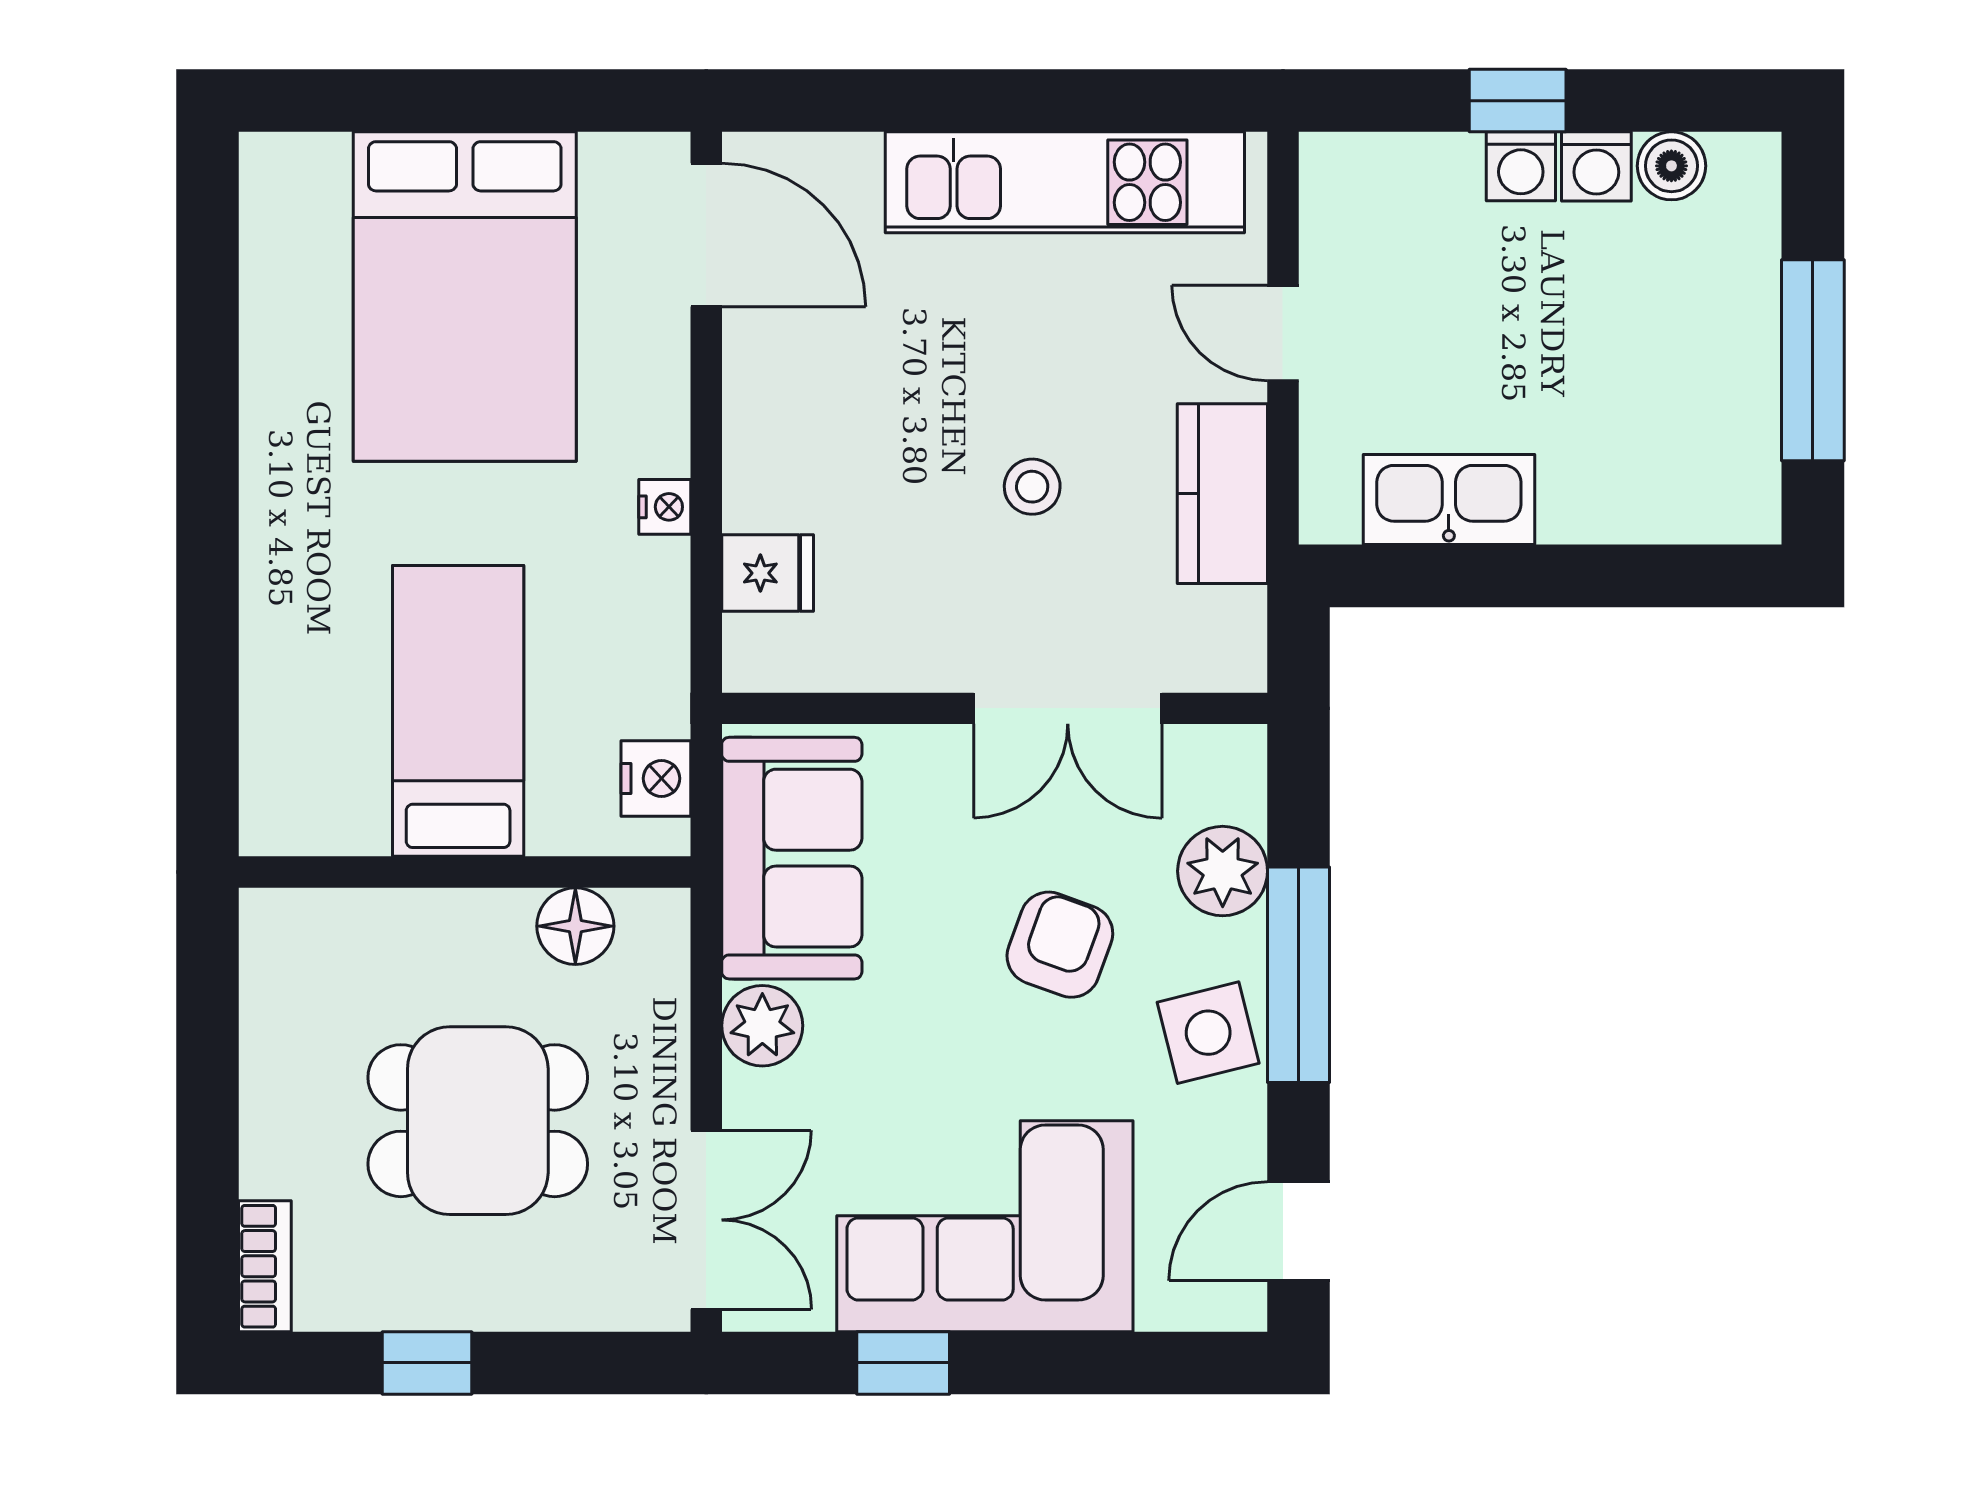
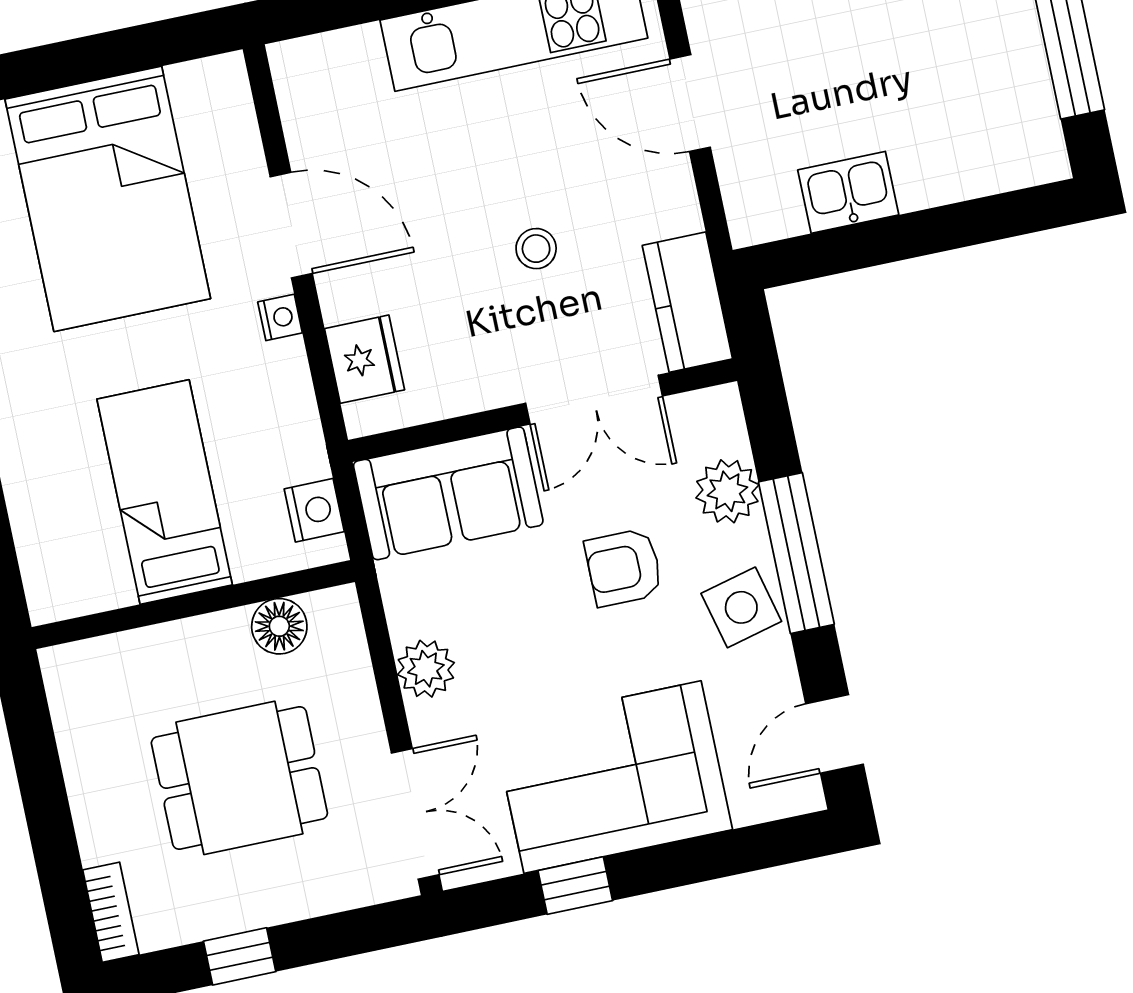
door: (706, 235) -> (291, 225), moved
door: (1283, 333) -> (690, 103), width x1.38
kitchen counter: (1222, 494) -> (687, 302), moved
kitchen sink: (1449, 500) -> (848, 192), width x0.73
fridge: (768, 573) -> (365, 359), width x1.38
sofa: (792, 858) -> (448, 493), moved, turned 90
armchair: (1060, 945) -> (624, 567), turned -110

